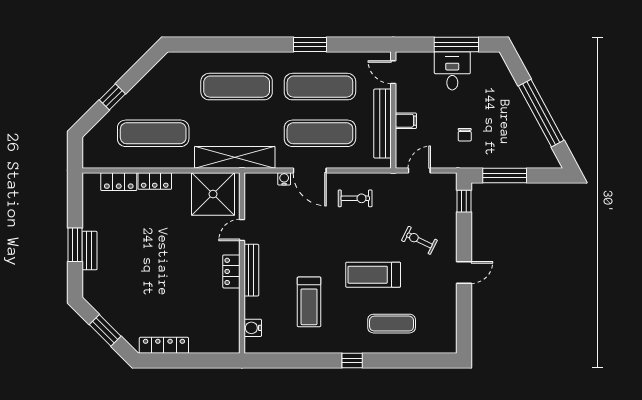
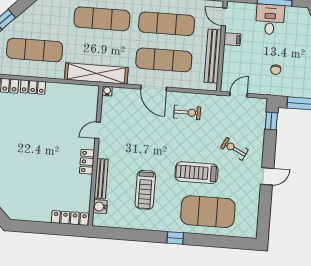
filing cabinet: (406, 121) -> (232, 39), moved
water cooler: (284, 179) -> (107, 91), moved
shower: (213, 194) -> (77, 101), removed
bench: (251, 270) -> (101, 179), moved
exercise mat: (392, 324) -> (208, 212), width x2.00, depth x1.45
locker: (164, 345) -> (70, 218), moved

